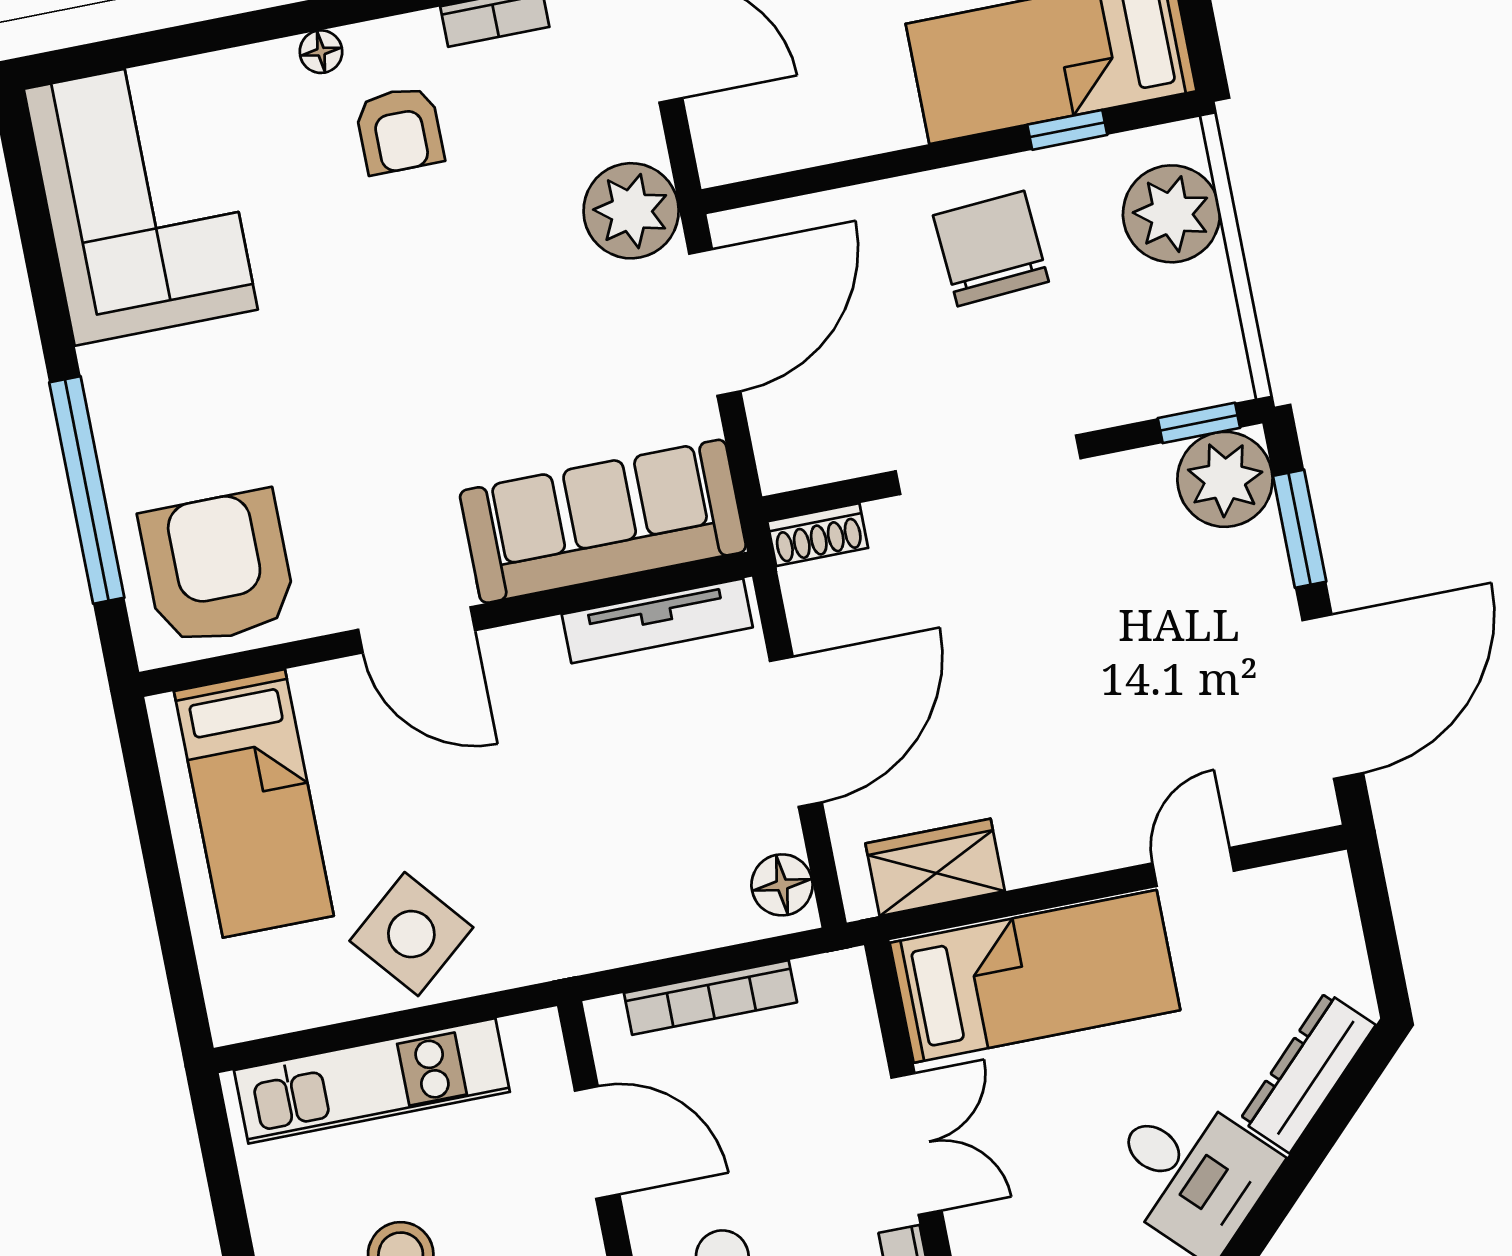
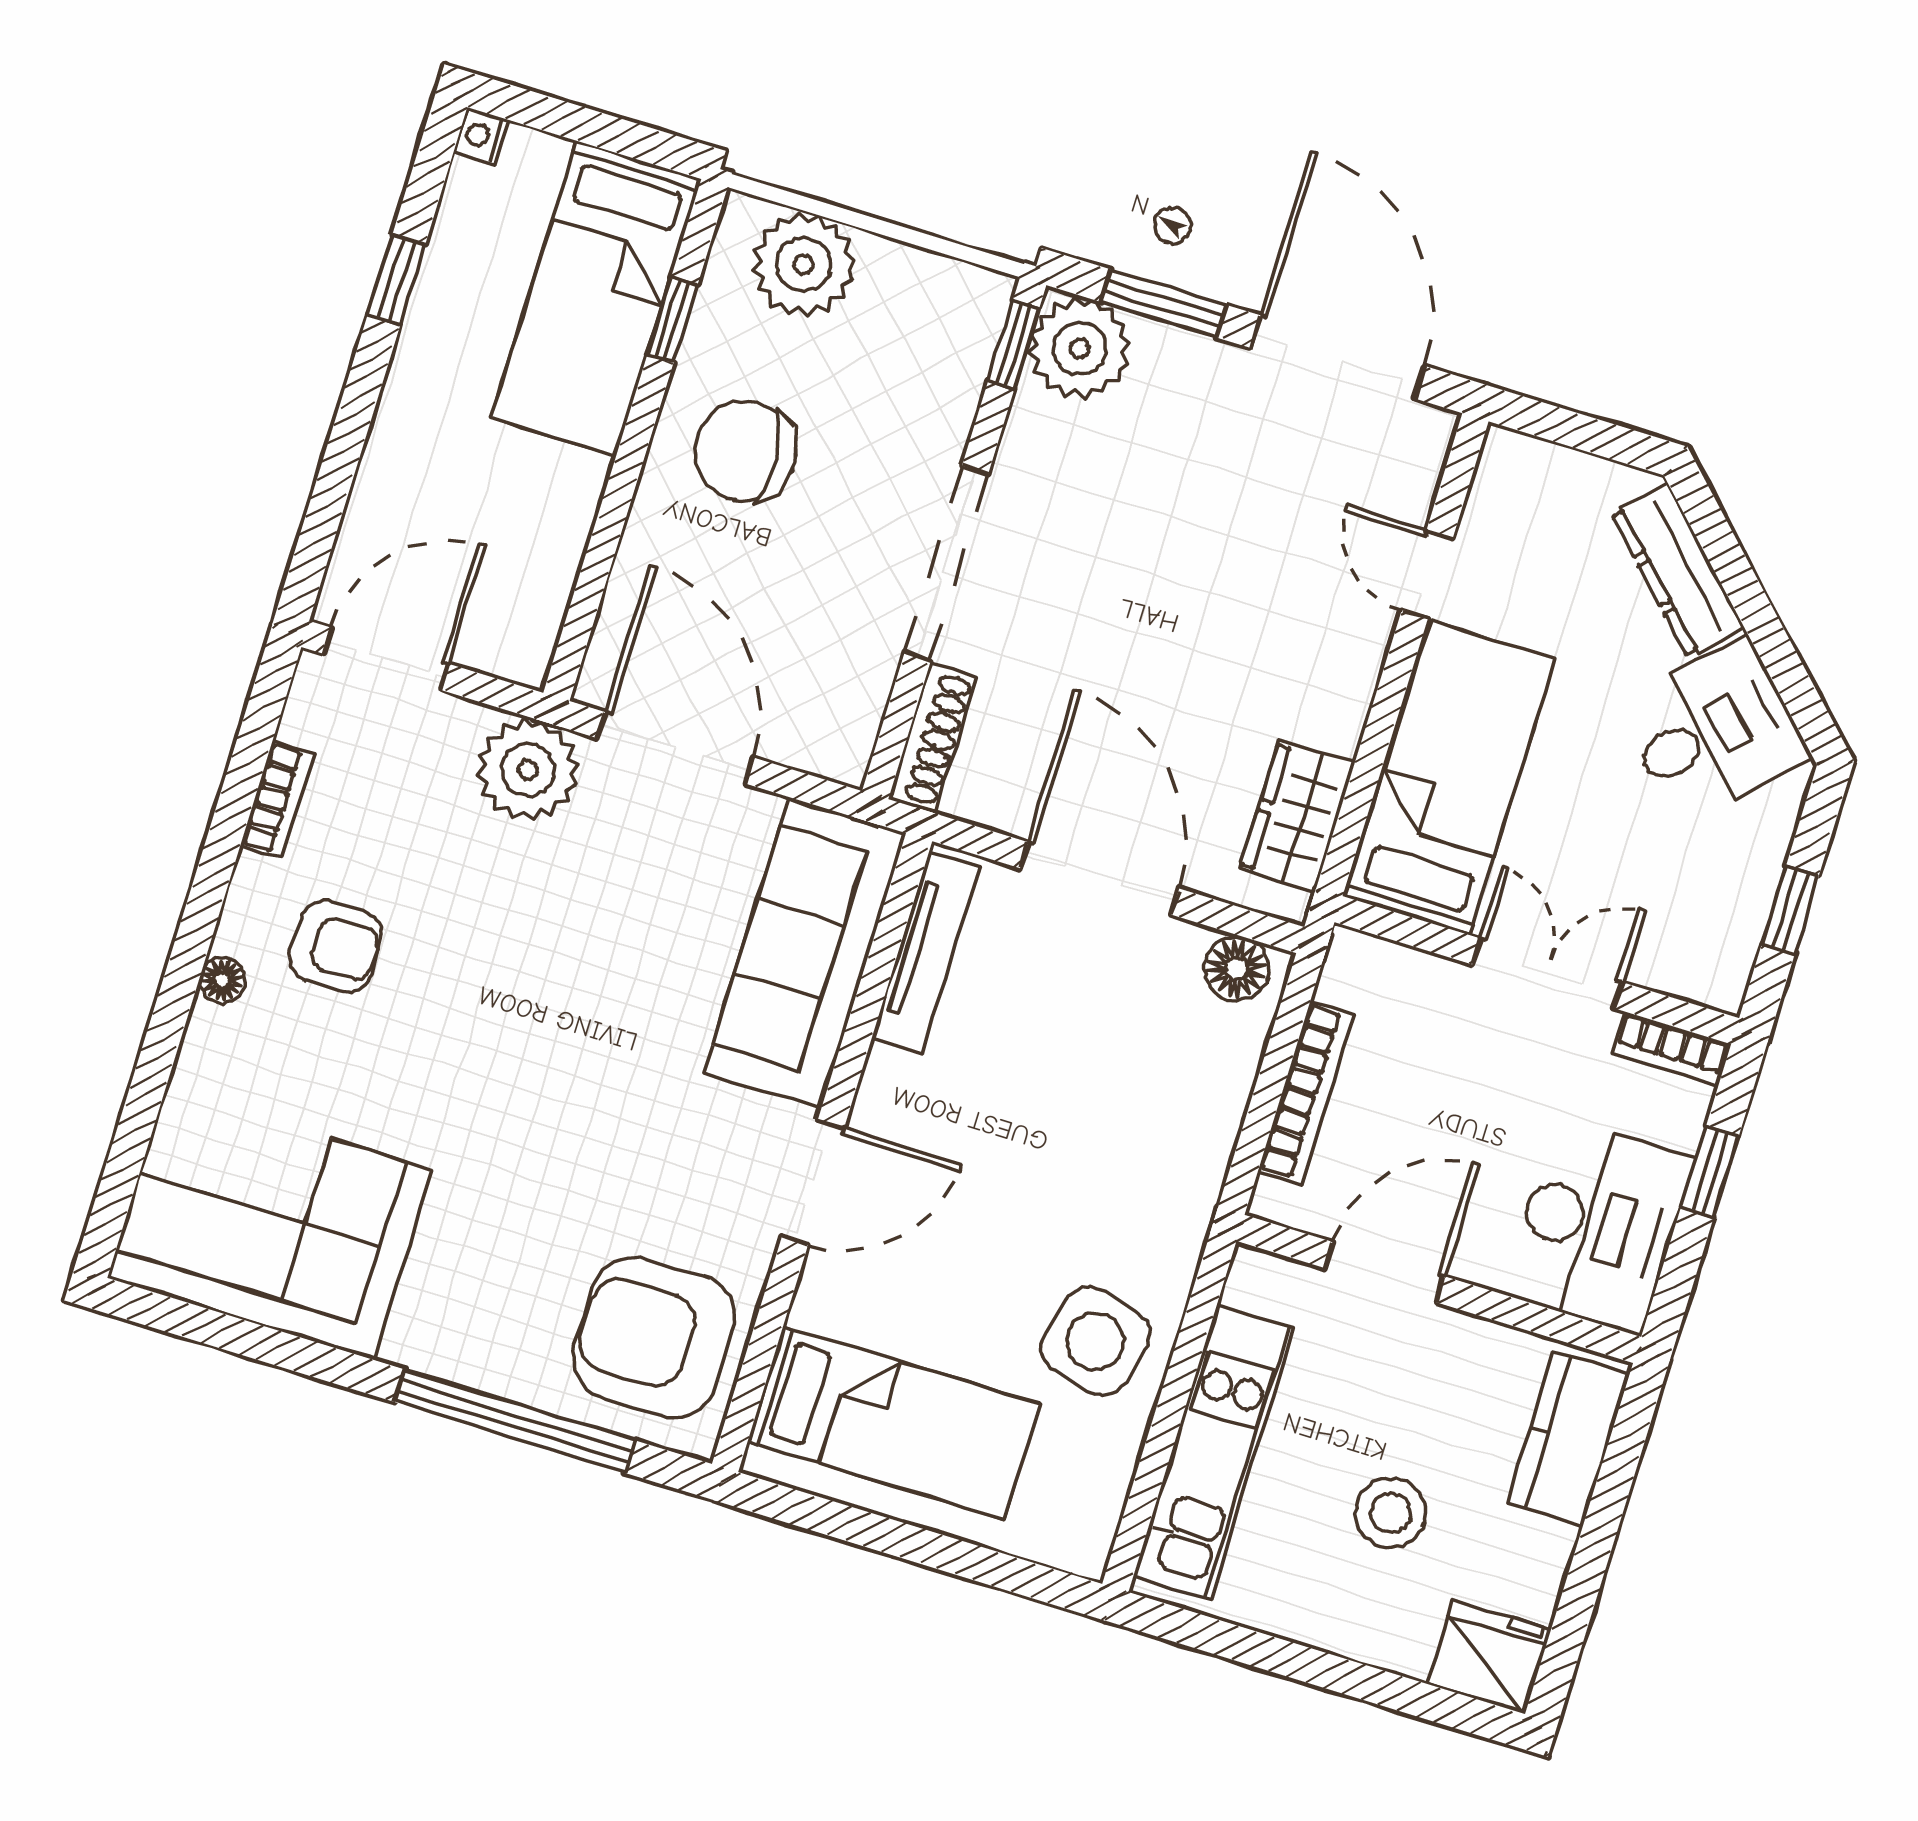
shoe rack: (818, 535) -> (932, 738), width x1.43
side table: (411, 934) -> (1095, 1341), turned -35

